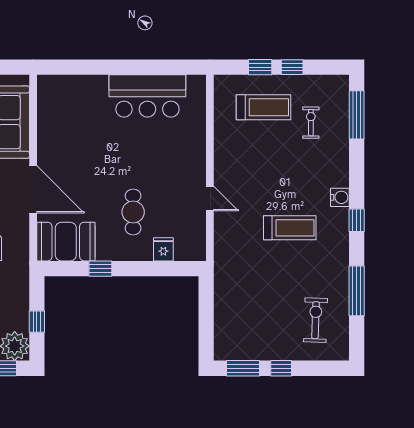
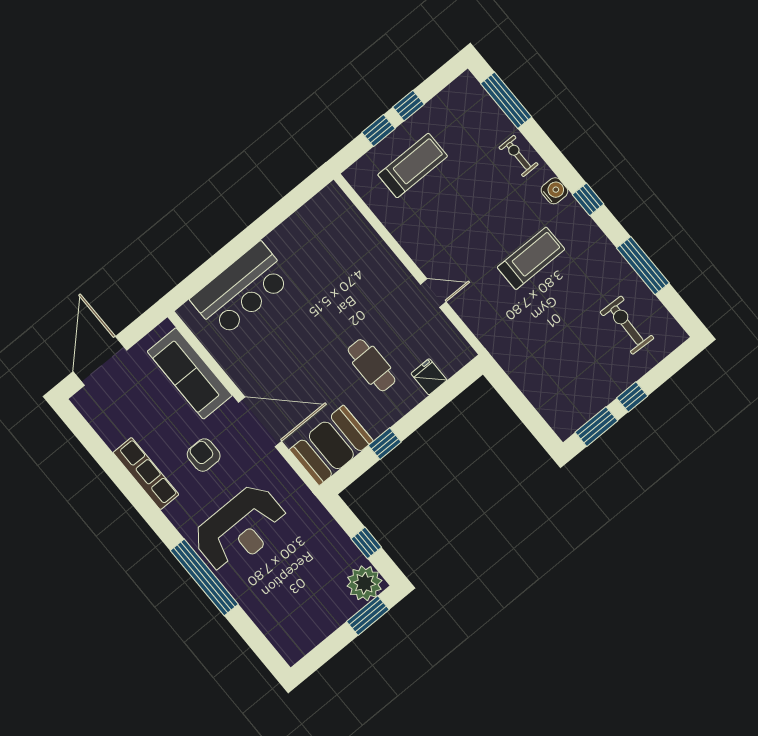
bar counter: (147, 96) -> (241, 289), moved
exercise bike: (311, 123) -> (519, 156), moved

